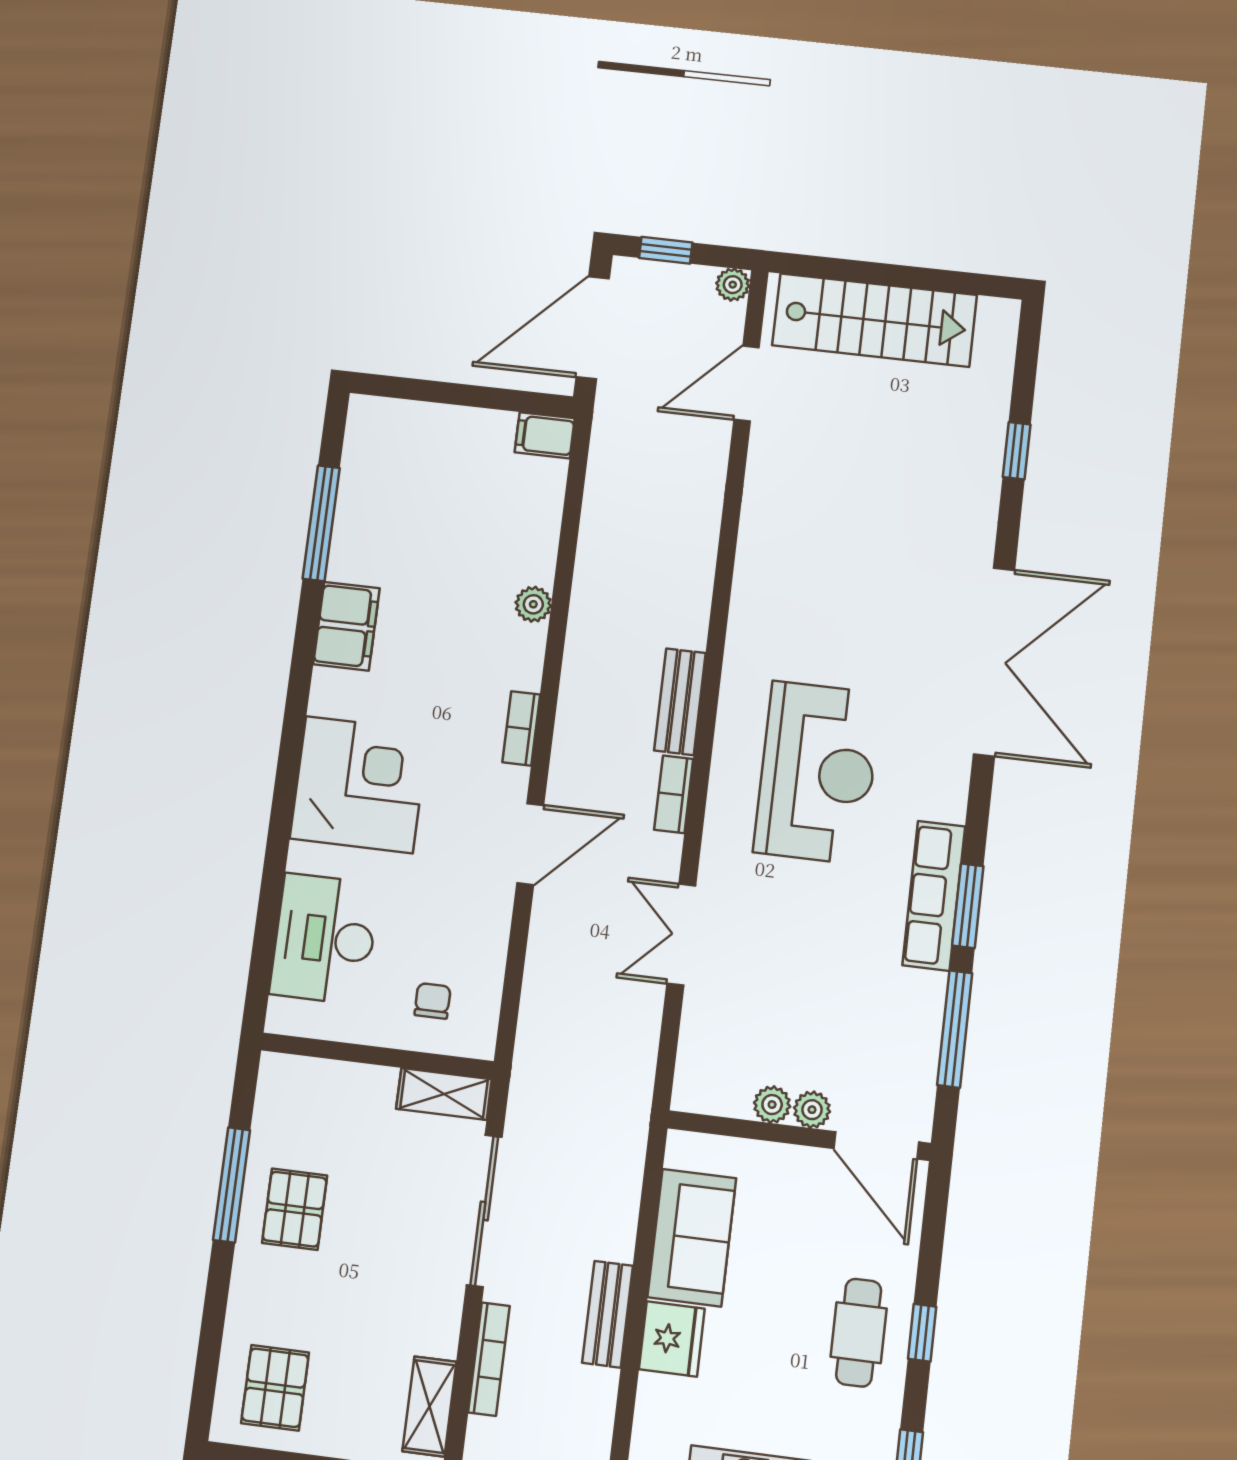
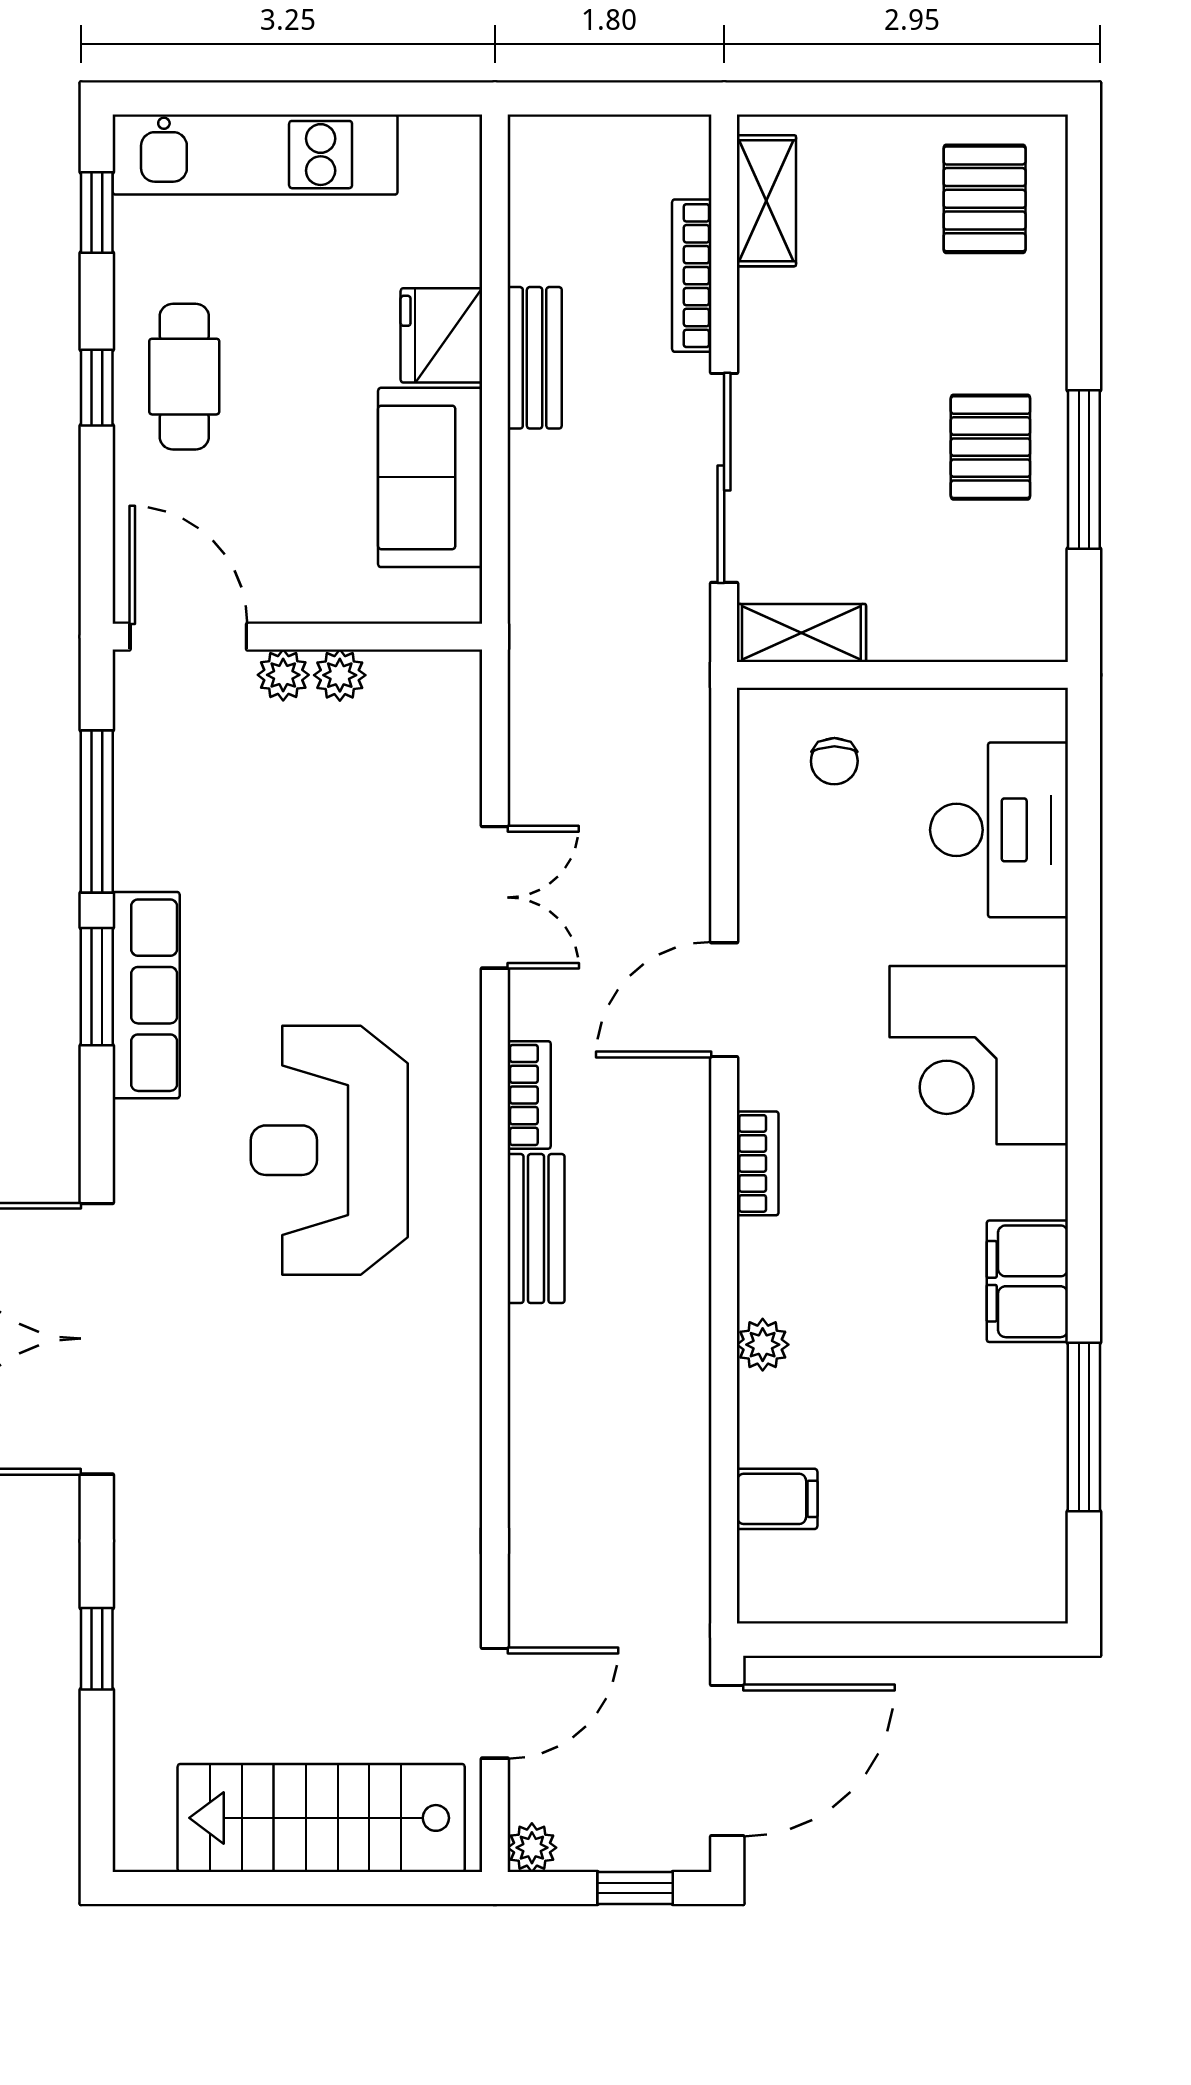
filing cabinet: (545, 435) -> (777, 1499), moved

